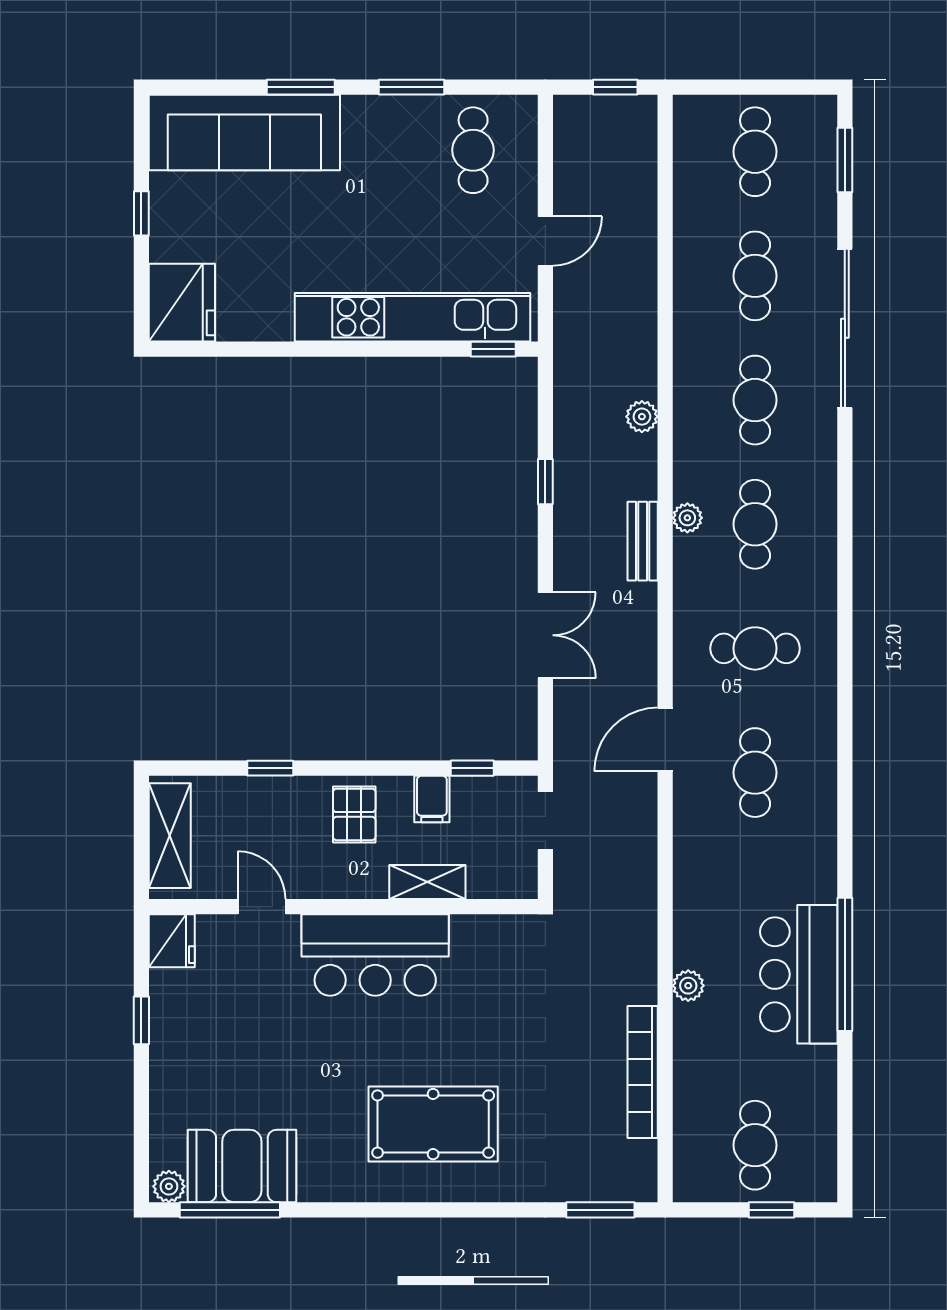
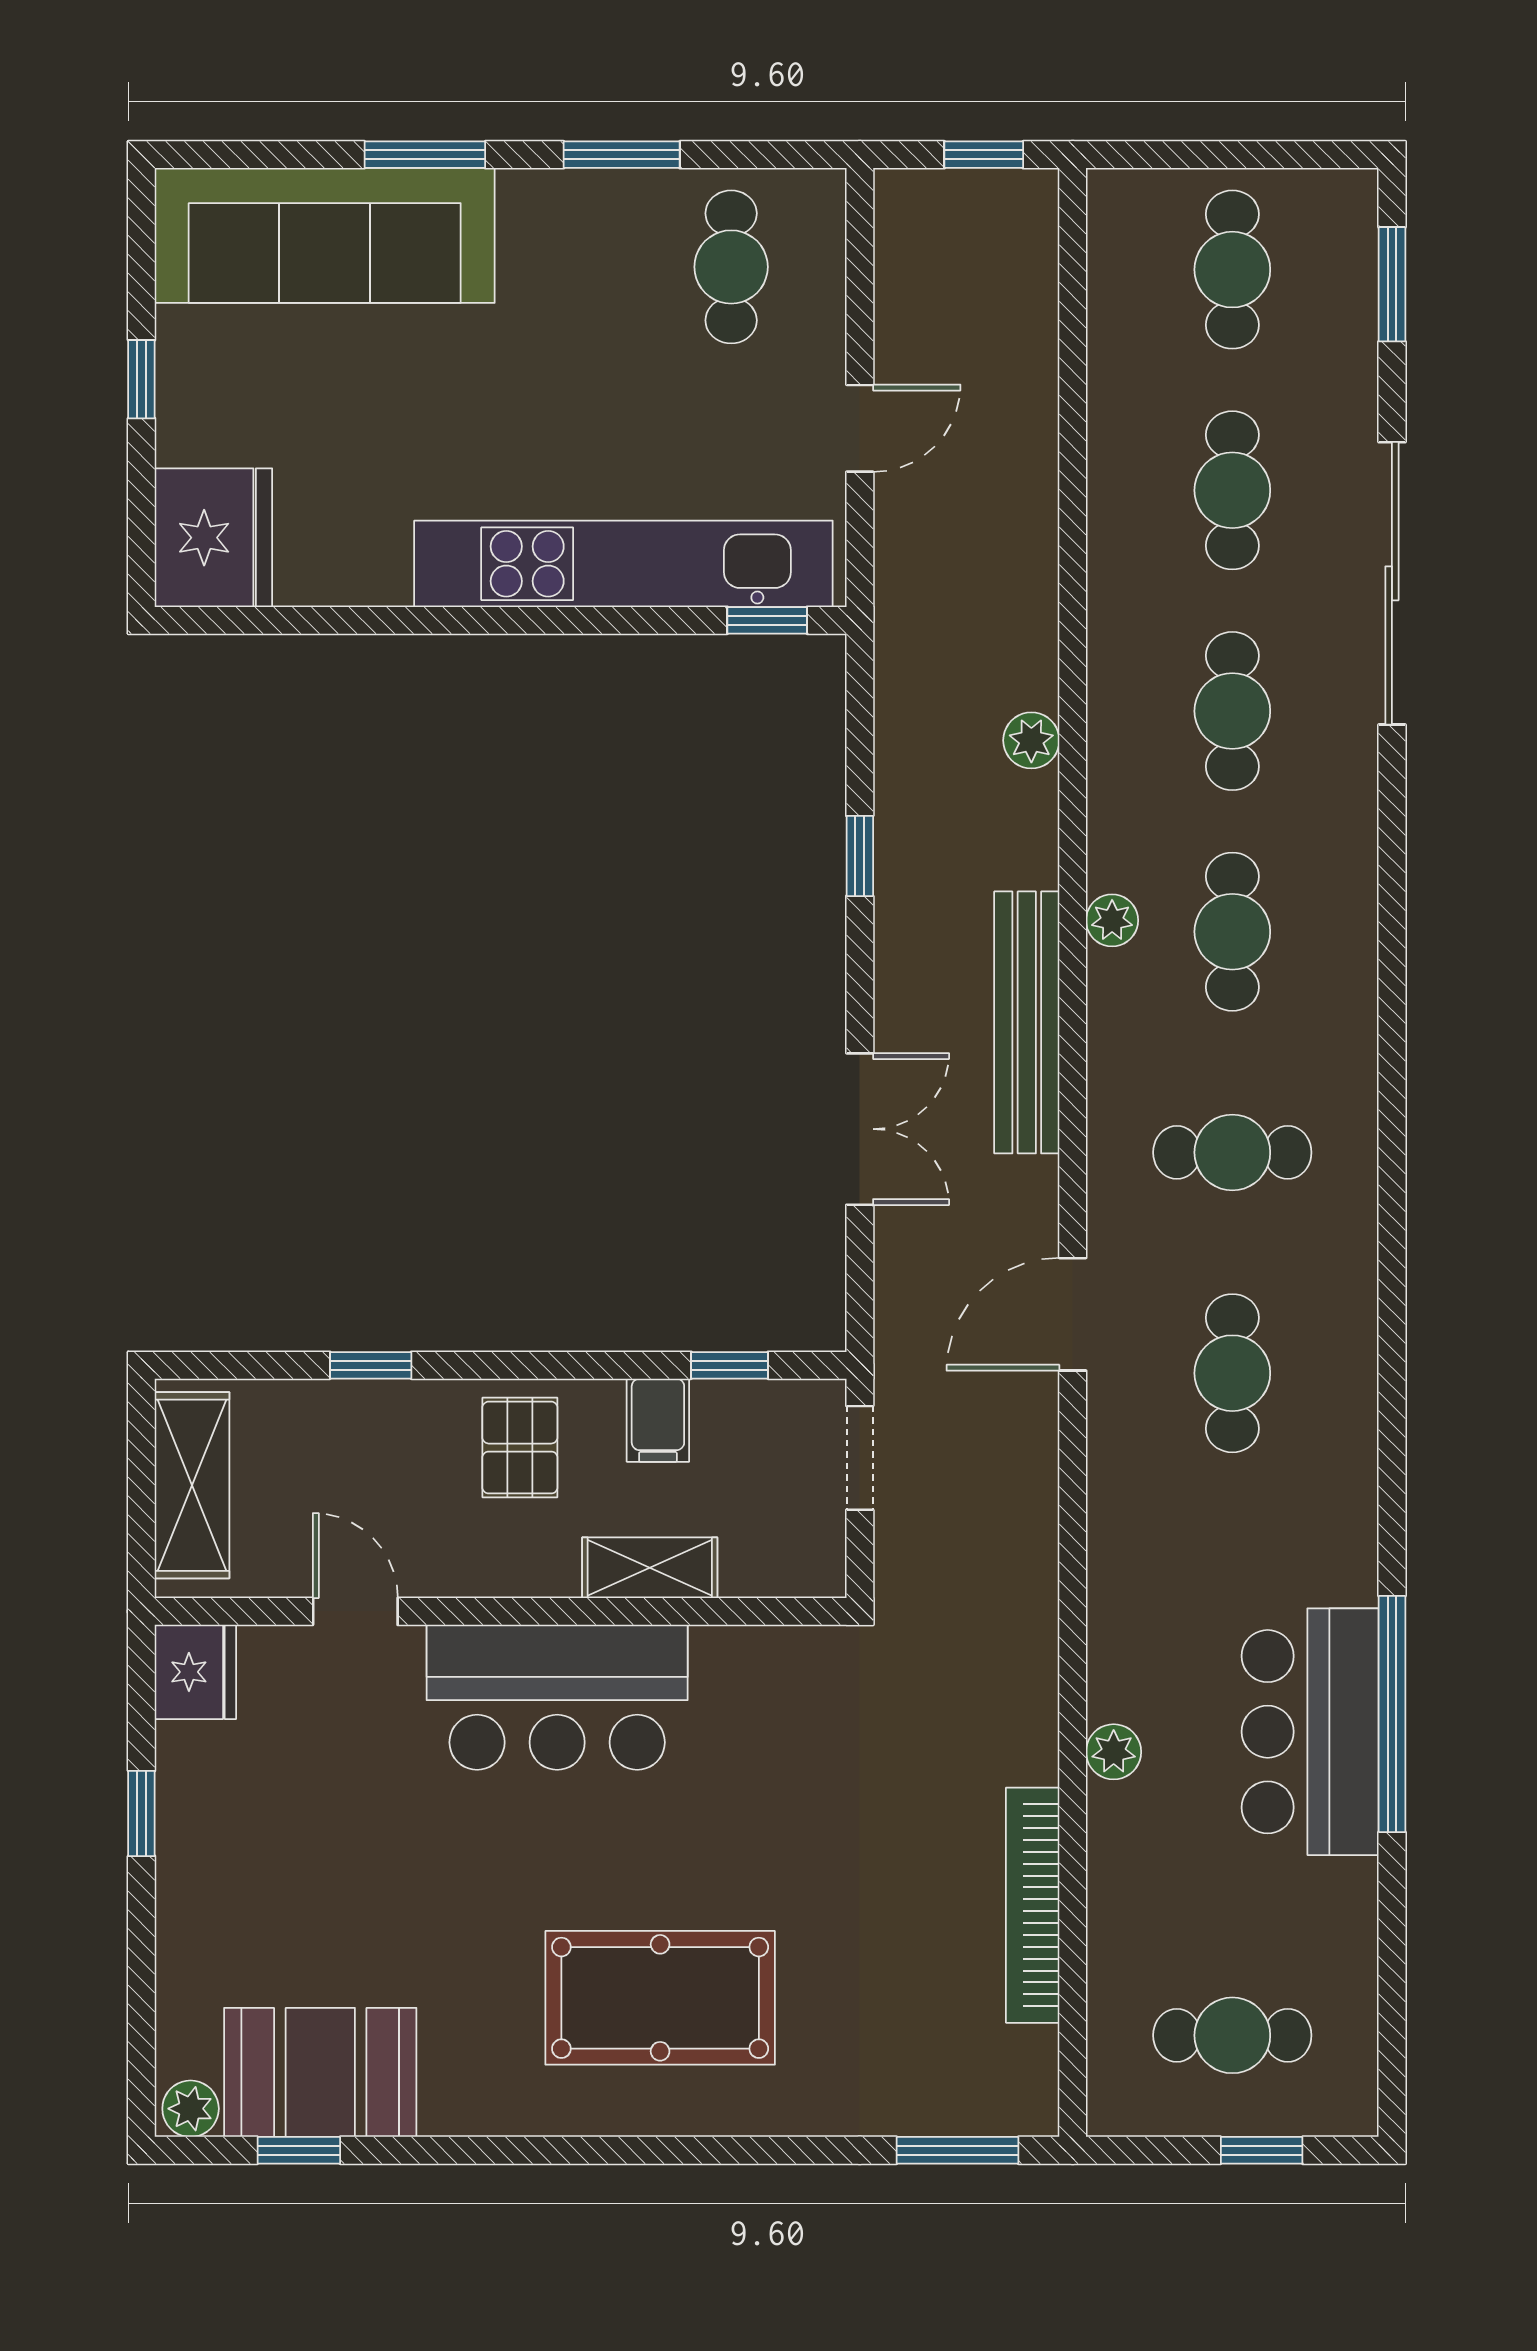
bench: (643, 541) -> (1027, 1022), width x1.86, depth x1.21
cafe table: (755, 1145) -> (1232, 2035), turned 90
window: (230, 1210) -> (299, 2150), width x0.46

